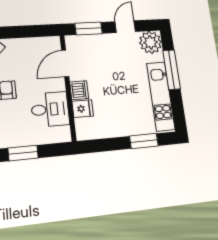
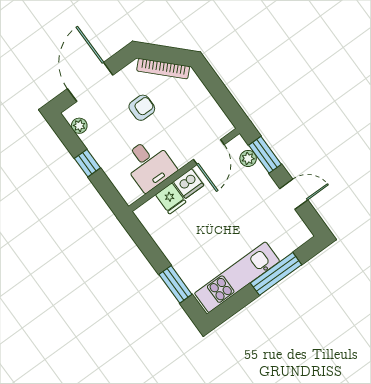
plant: (150, 42) -> (248, 158), moved, width x0.53, depth x0.53
door: (65, 63) -> (209, 152), swing flipped
window: (23, 153) -> (87, 163), width x0.67

